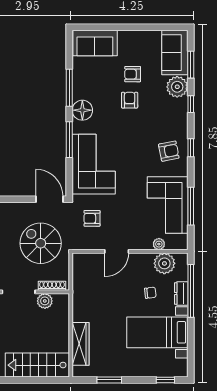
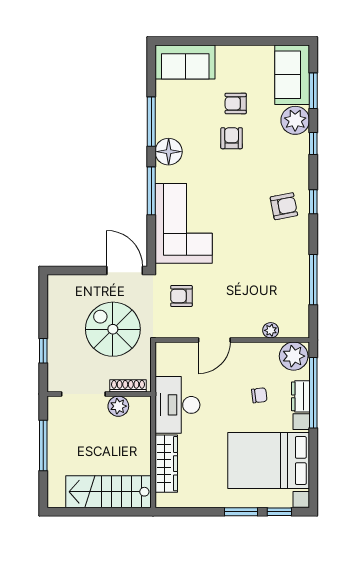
corner sofa: (168, 205) -> (282, 278), removed
plant: (164, 263) -> (294, 356), moved
desk: (89, 300) -> (177, 405), added
bed with nightstands: (157, 332) -> (269, 461), width x1.36
window: (109, 380) -> (241, 512), moved

